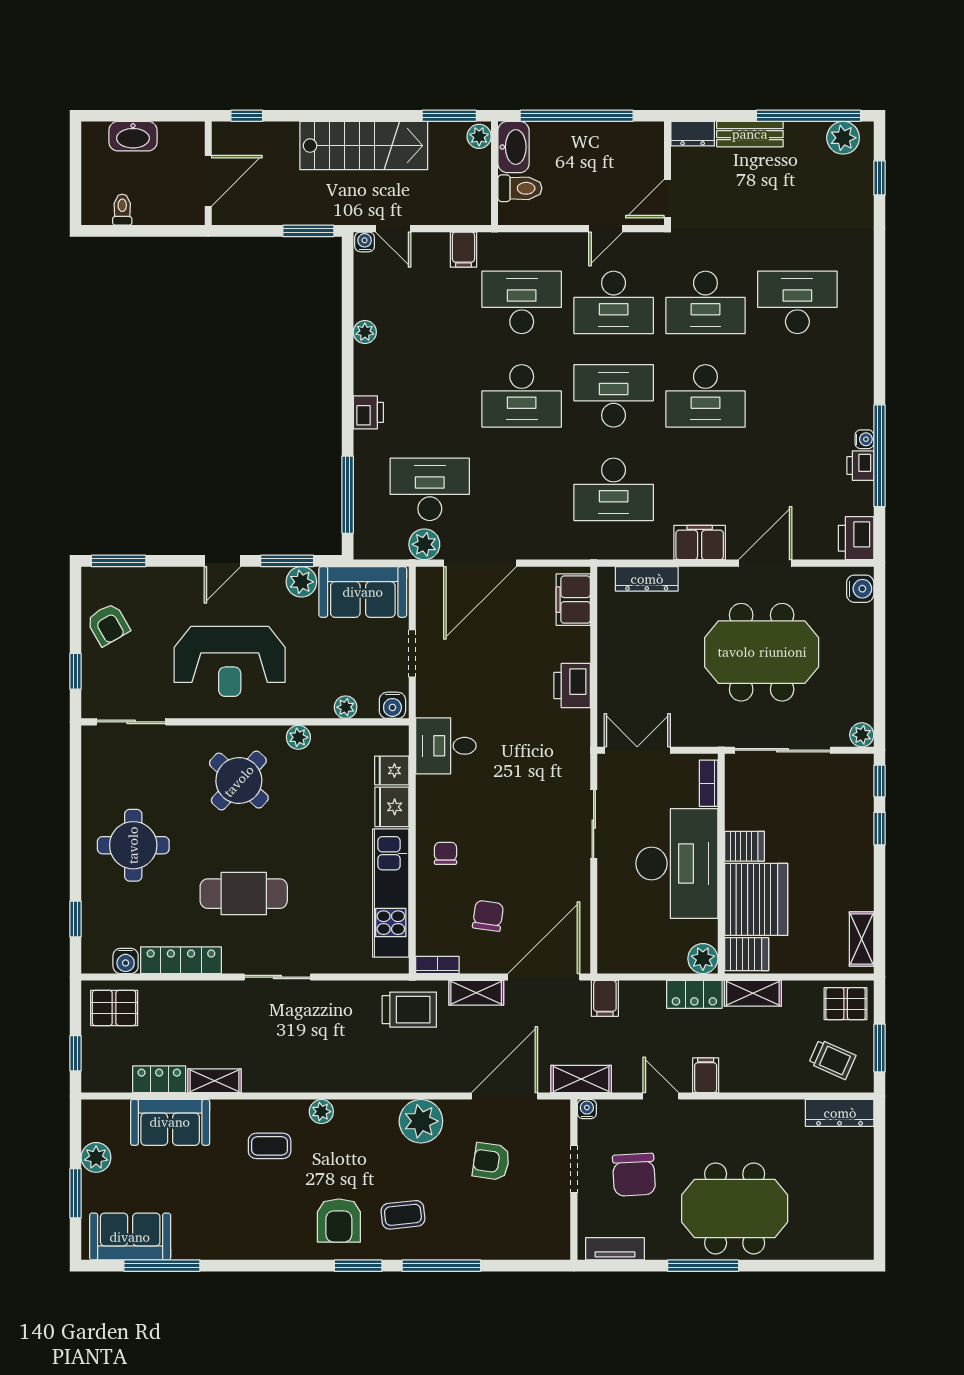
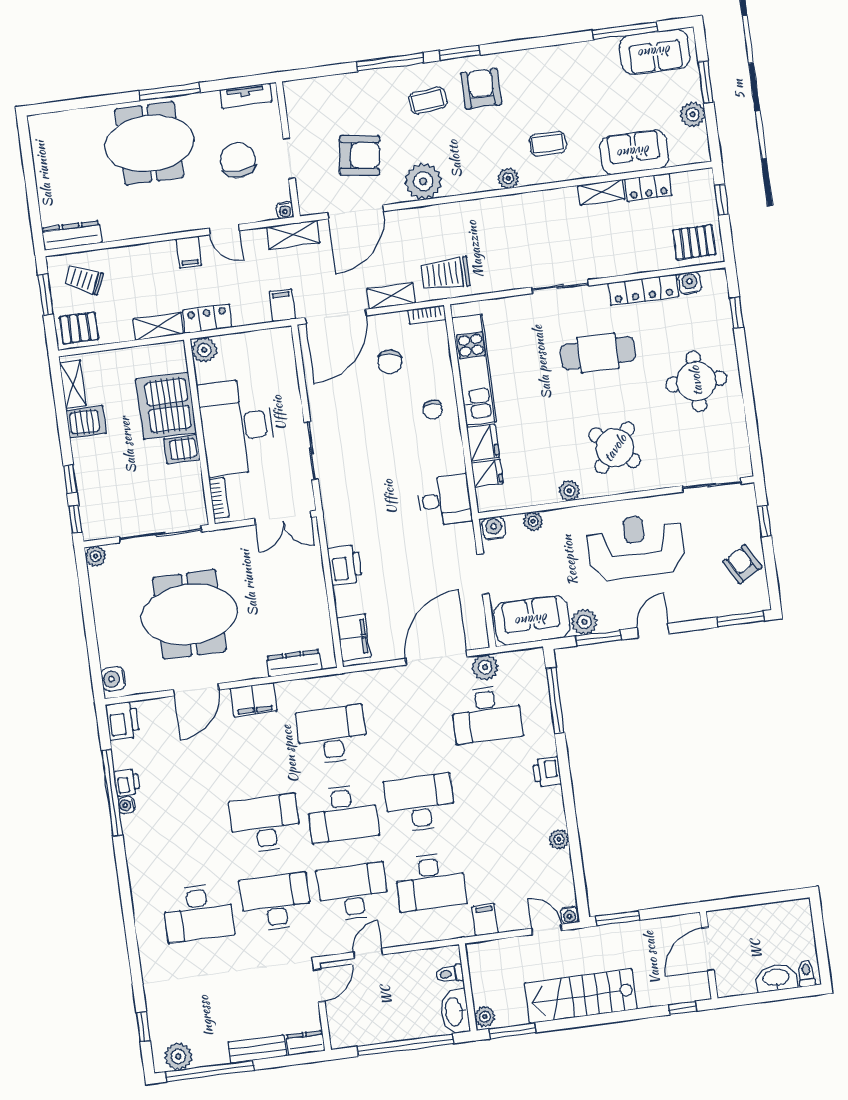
toilet: (520, 188) -> (449, 974), width x0.73, depth x0.72
toilet: (122, 210) -> (806, 973), moved, turned 180
server rack: (747, 954) -> (86, 422), moved, turned 180
armchair: (491, 1161) -> (360, 155), width x1.38, depth x1.38

